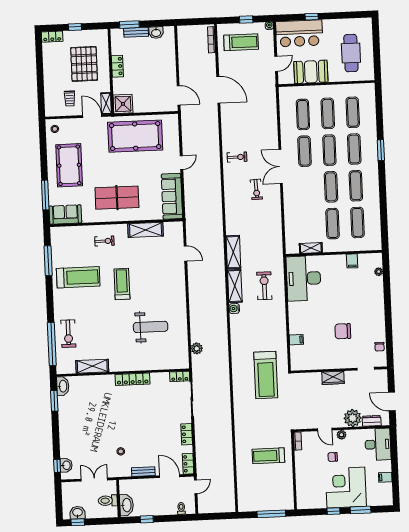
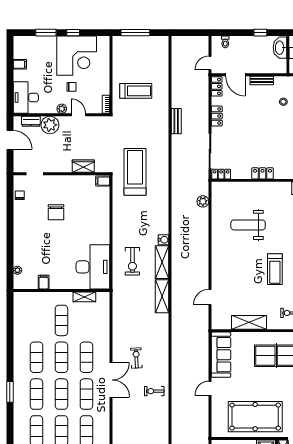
exercise mat: (357, 222) -> (86, 357), moved
door: (185, 253) -> (210, 297), hinge flipped
chair: (343, 331) -> (56, 212), turned 90
filing cabinet: (296, 340) -> (103, 181), moved
wardrobe: (333, 378) -> (83, 166), moved
locker: (133, 379) -> (263, 173), width x0.66
bench: (227, 427) -> (176, 121), added
corner desk: (346, 488) -> (77, 56), moved

